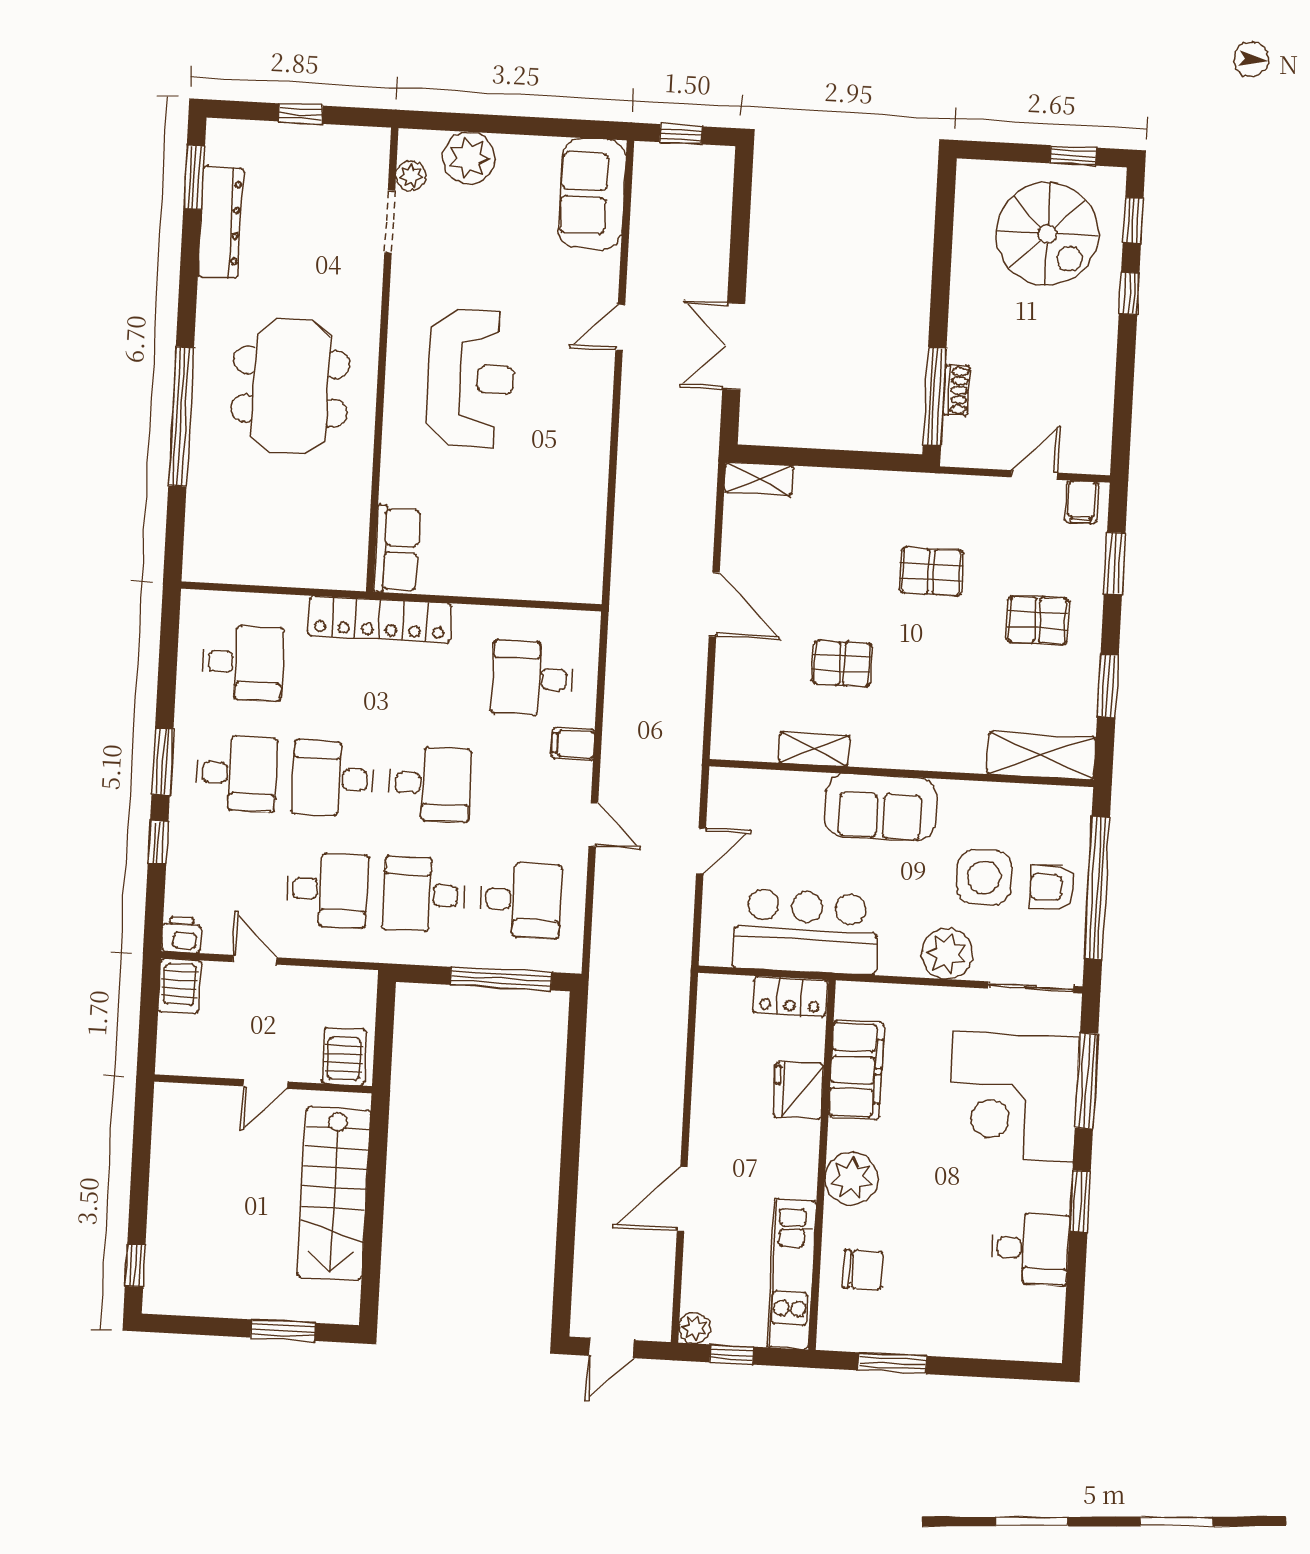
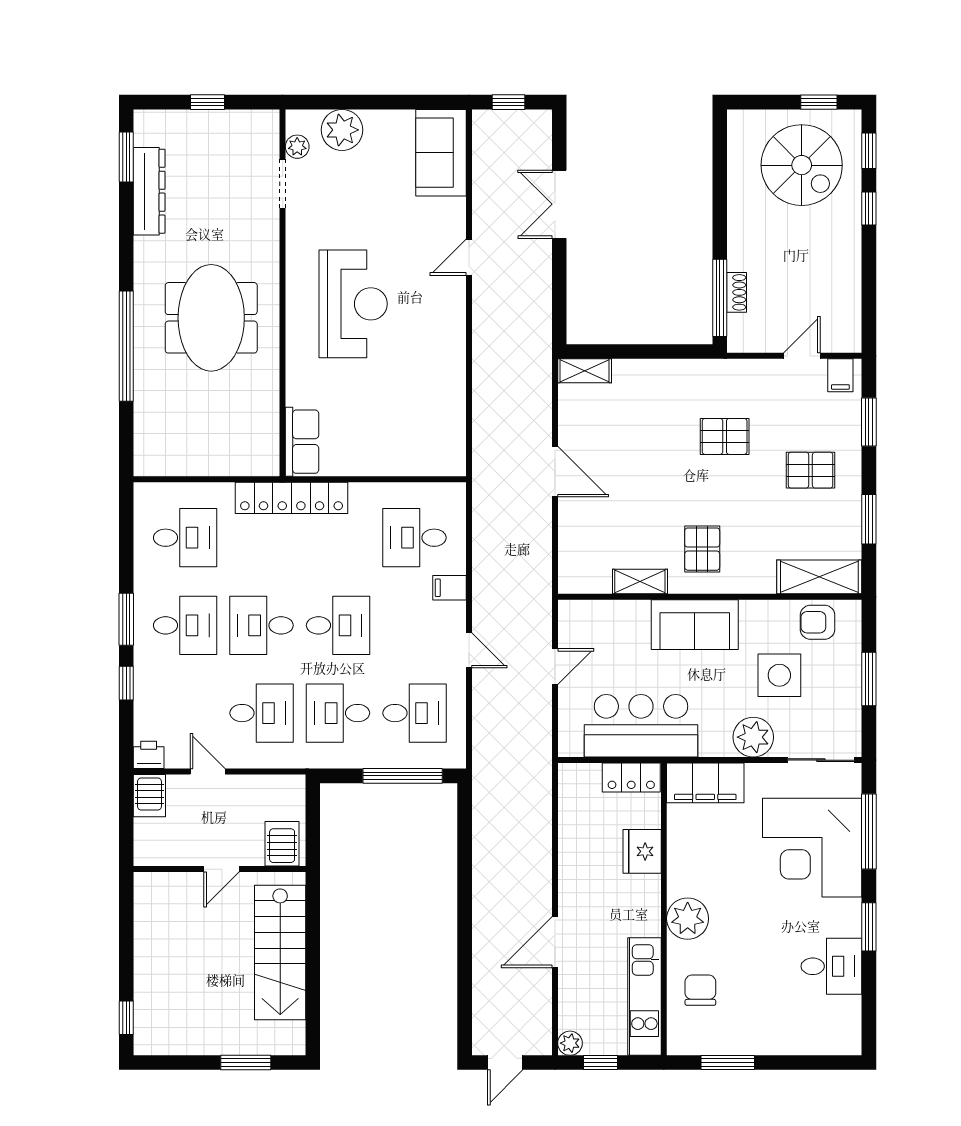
double door: (734, 346) -> (559, 204), moved
pallet: (842, 664) -> (702, 549), moved, turned 90
armchair: (1052, 887) -> (817, 622), moved
window: (1097, 888) -> (869, 679), width x0.47
filing cabinet: (856, 1070) -> (705, 783), moved, turned 90
chair: (863, 1270) -> (700, 990), turned -90

